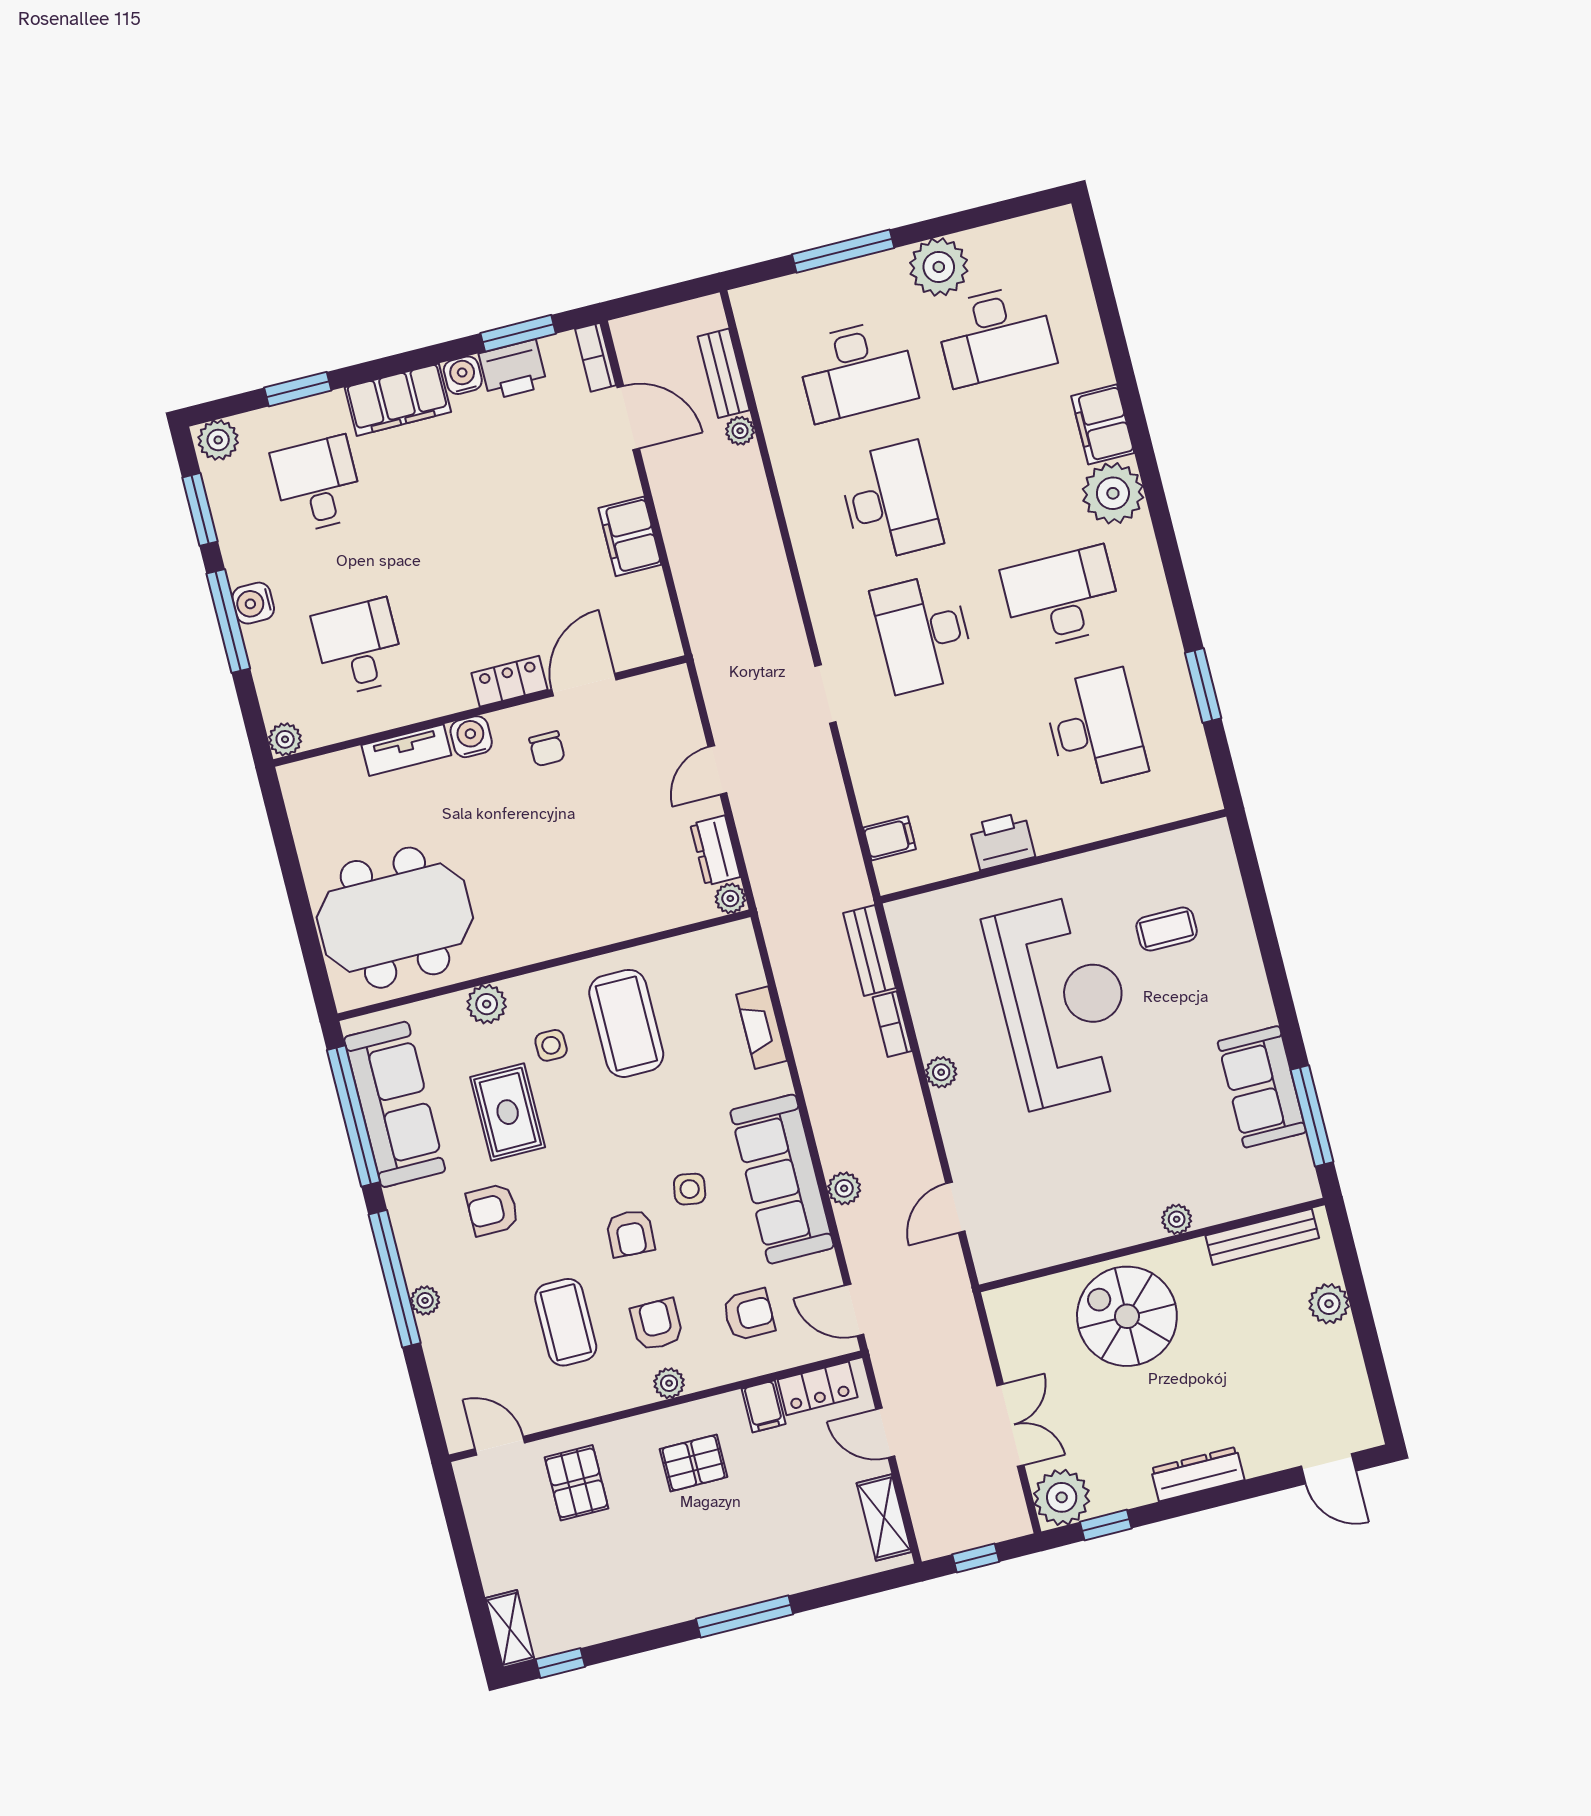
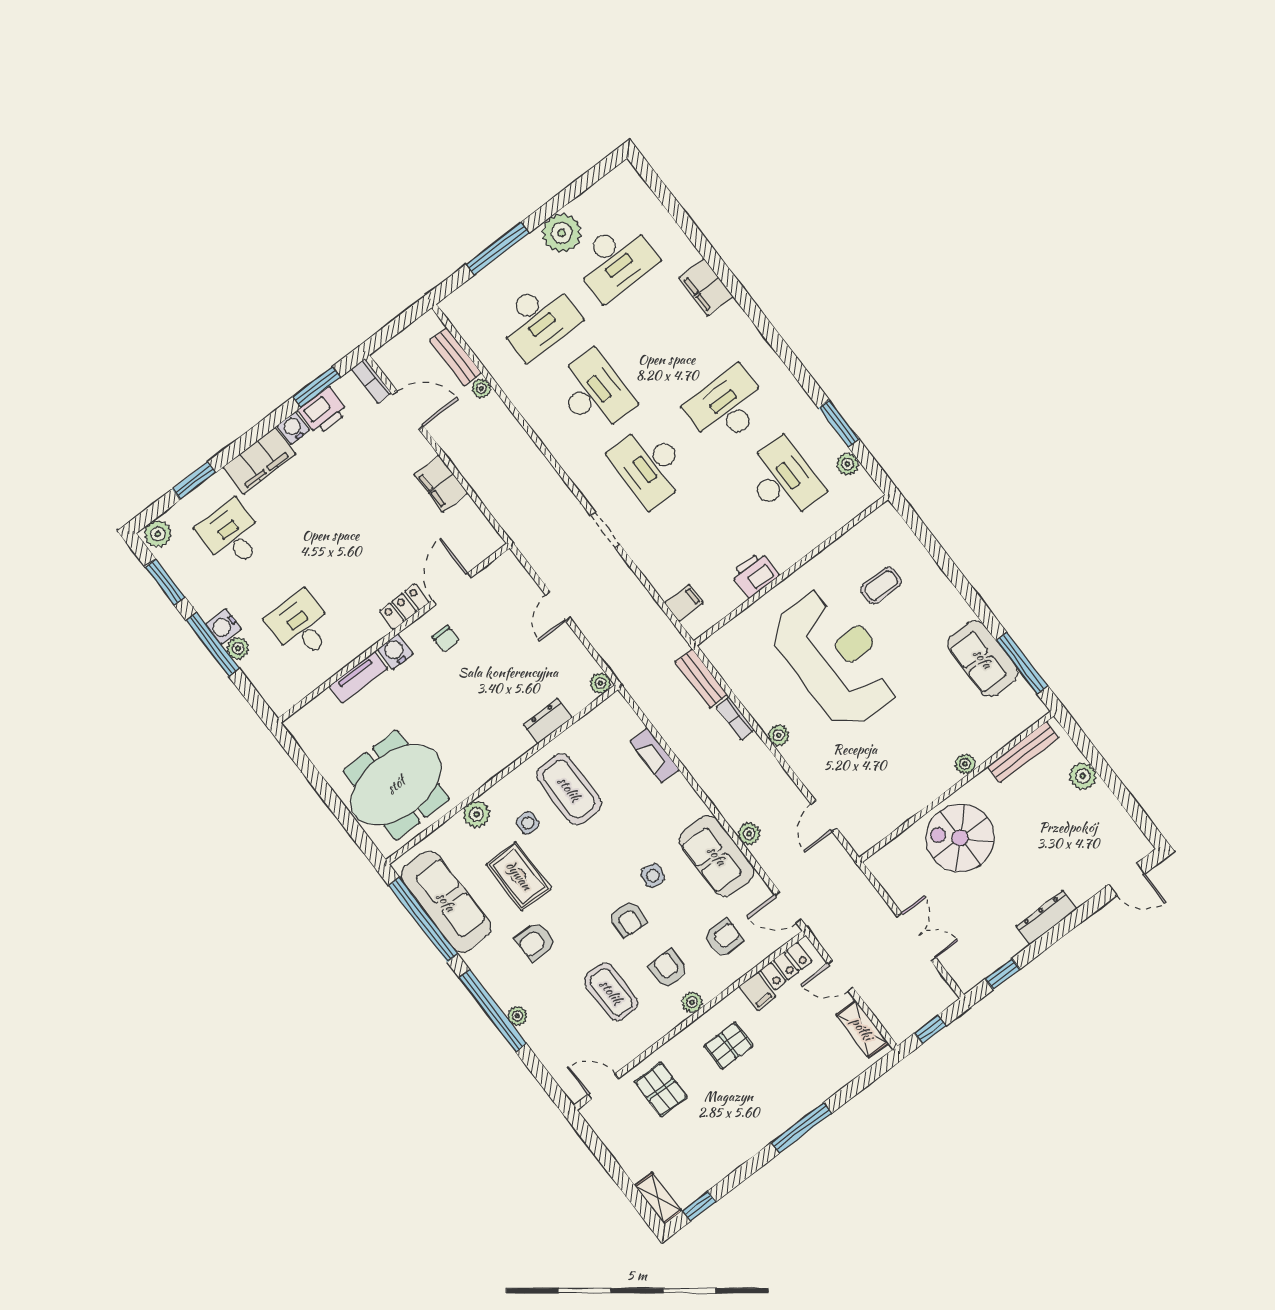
plant: (1113, 493) -> (847, 464), moved, width x0.53, depth x0.53
plant: (285, 739) -> (238, 648), moved
dresser: (715, 851) -> (548, 721), moved, turned 90
sofa: (782, 1179) -> (717, 856), width x0.73
plant: (1062, 1497) -> (968, 969), removed

